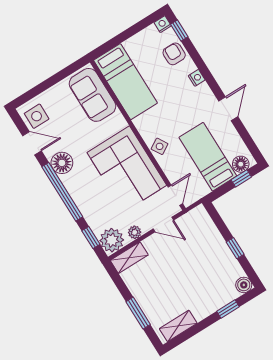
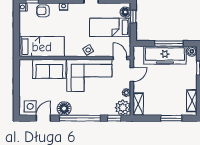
sofa: (93, 95) -> (49, 69), moved
window: (235, 248) -> (169, 44), width x2.17
freezer: (216, 253) -> (165, 55), added

